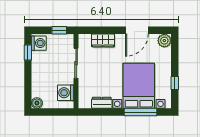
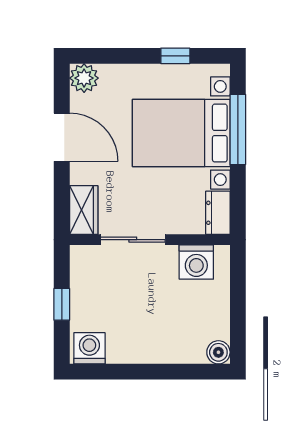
window: (28, 52) -> (110, 372), removed
sliding door: (76, 63) -> (133, 240), moved
wall: (76, 71) -> (150, 240), moved
washing machine: (66, 93) -> (196, 262), moved

